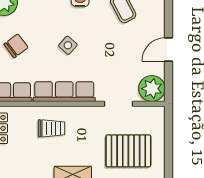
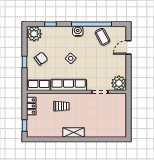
door: (169, 49) -> (129, 47), moved
pallet: (128, 151) -> (105, 119), removed

